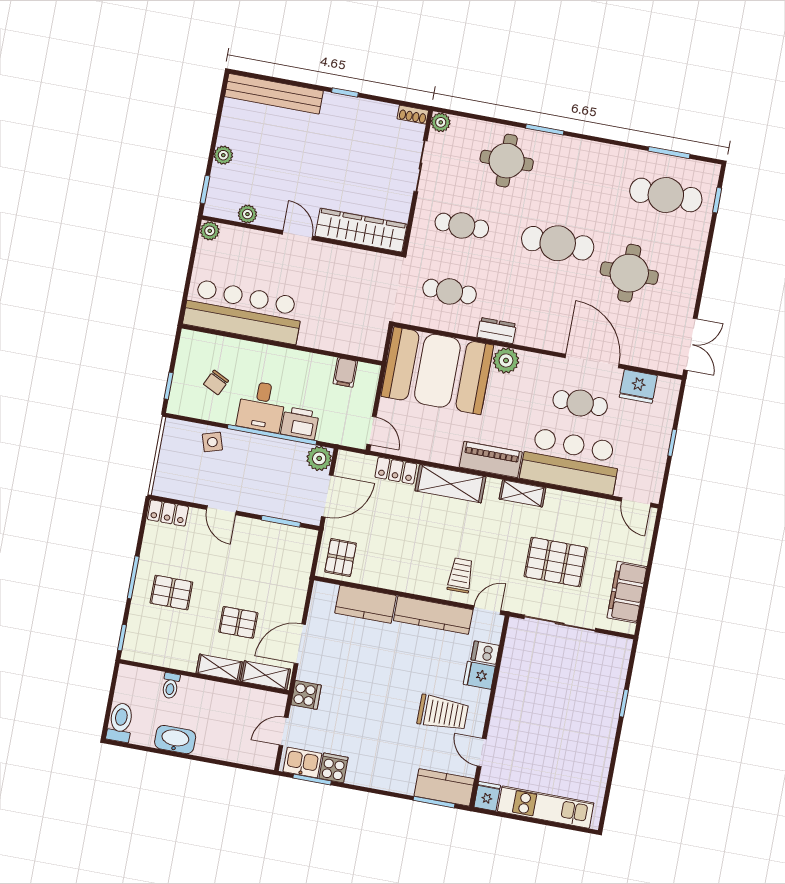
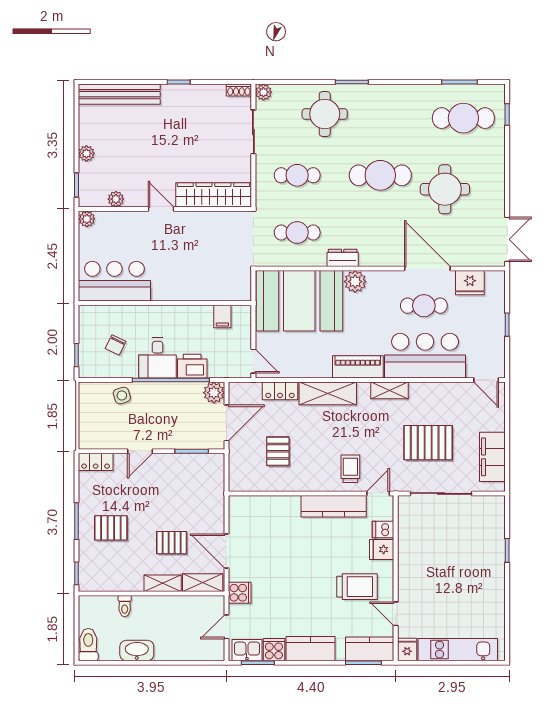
bar counter: (243, 311) -> (114, 281), width x0.73
door: (221, 510) -> (140, 451), hinge flipped
pallet: (341, 558) -> (278, 451), moved
kitchen counter: (365, 604) -> (310, 649), moved, turned 180
door: (300, 644) -> (226, 551), hinge flipped

